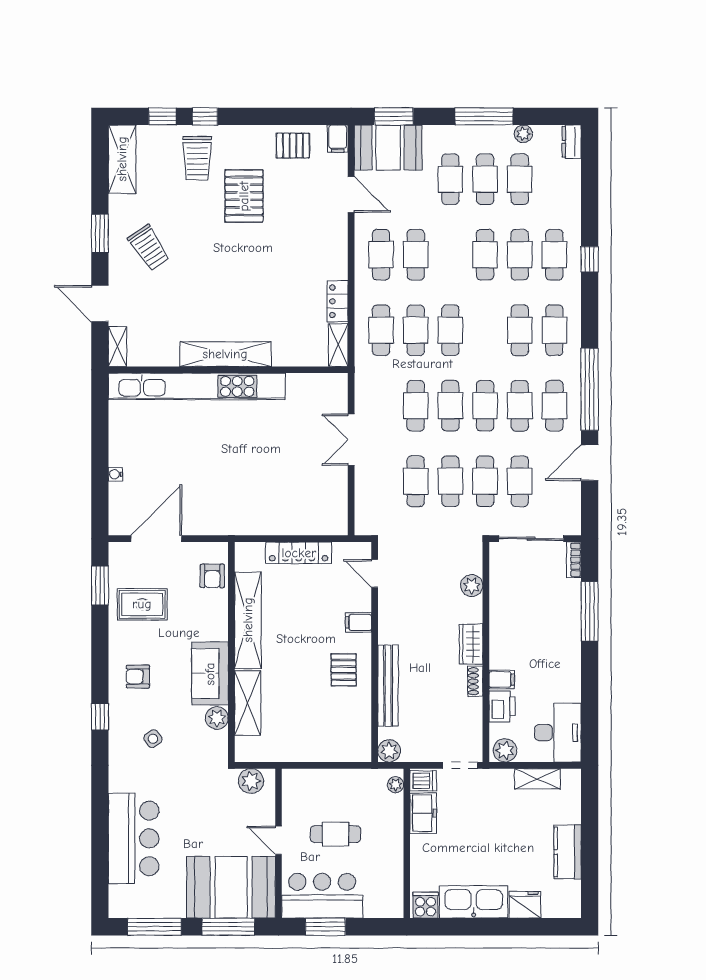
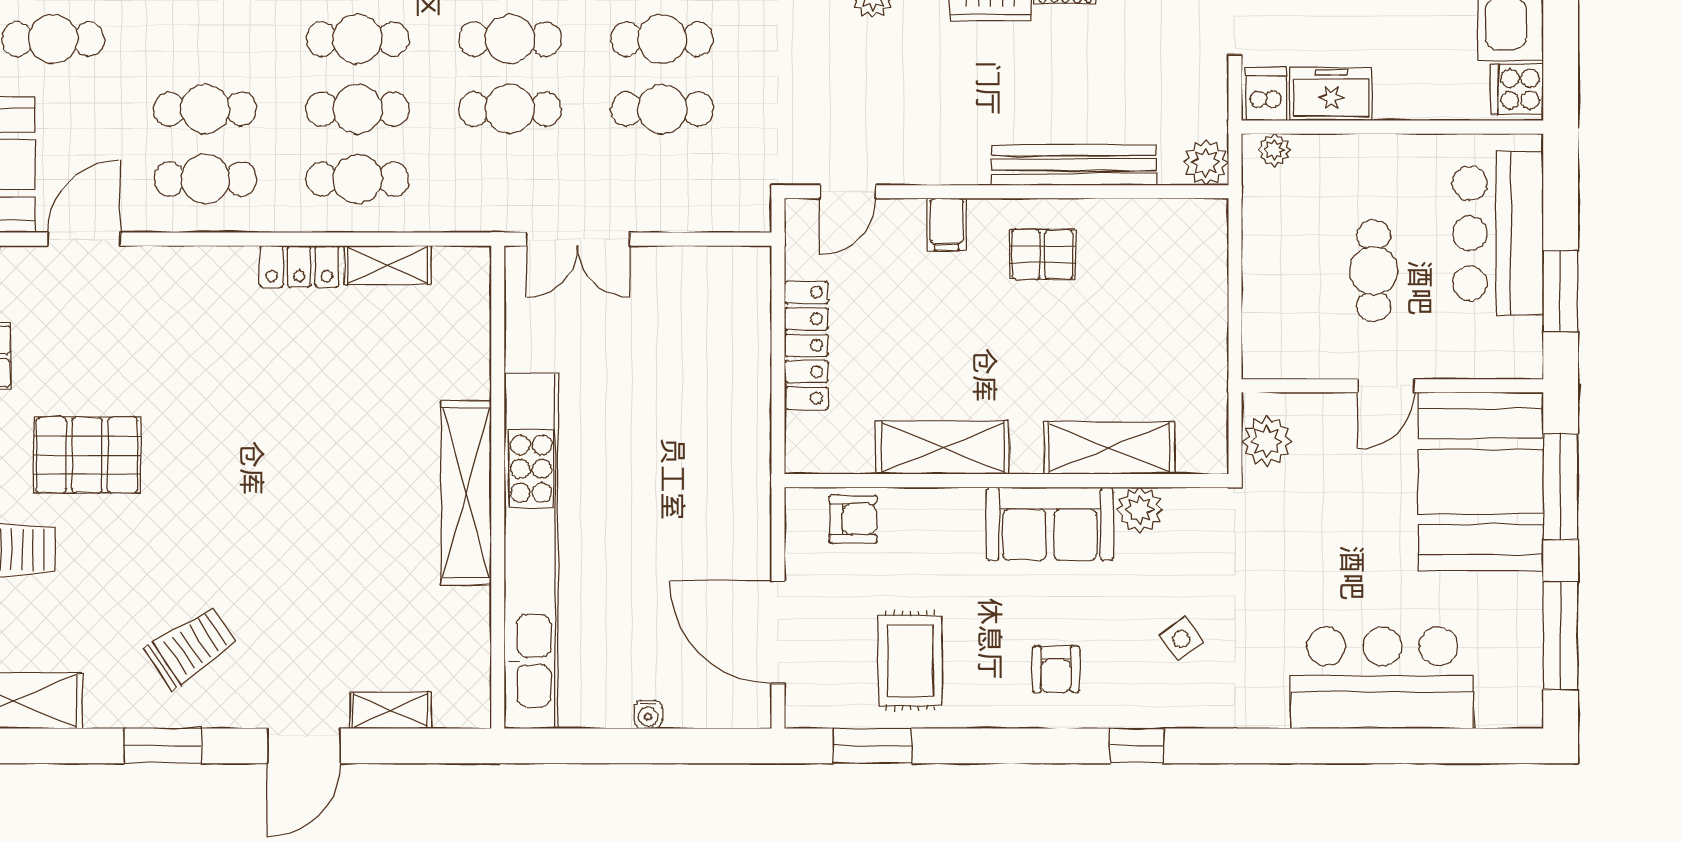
shelving: (225, 354) -> (466, 493), moved
wall: (228, 370) -> (498, 487), moved
kitchen unit: (197, 386) -> (531, 551), moved
shelving: (248, 620) -> (943, 447), width x0.68
bar counter: (322, 896) -> (1498, 233), moved

